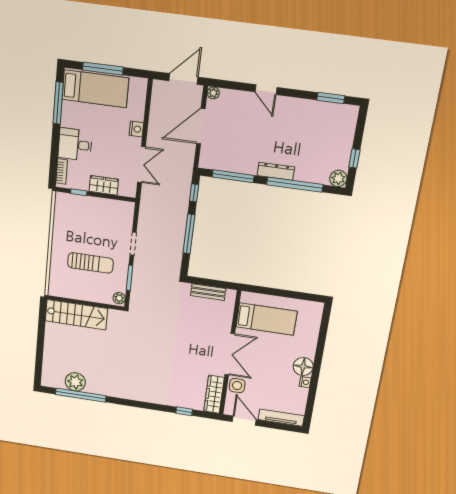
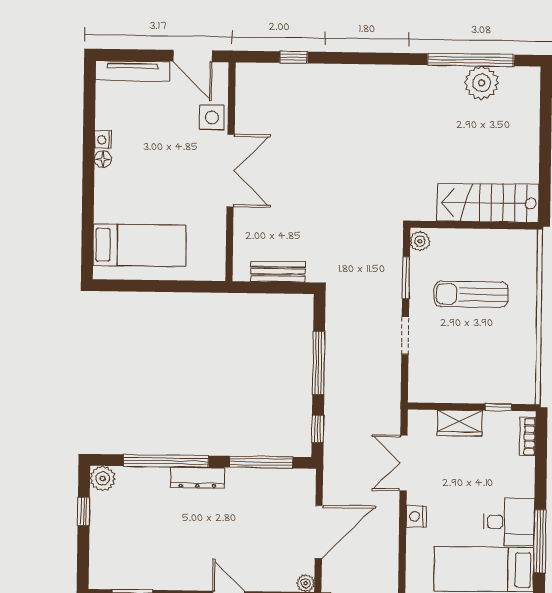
desk: (75, 144) -> (509, 522), moved
bed: (266, 319) -> (140, 245), moved, turned 180
double door: (230, 354) -> (231, 170), swing flipped
floor lamp: (303, 367) -> (103, 159), width x0.53, depth x0.53
wardrobe: (214, 394) -> (248, 96), removed

